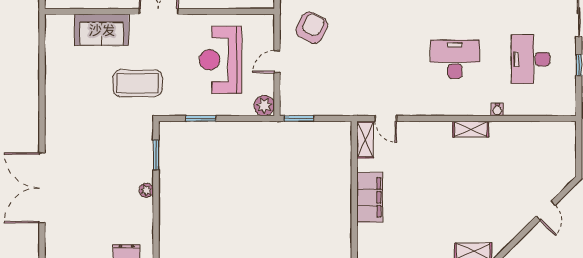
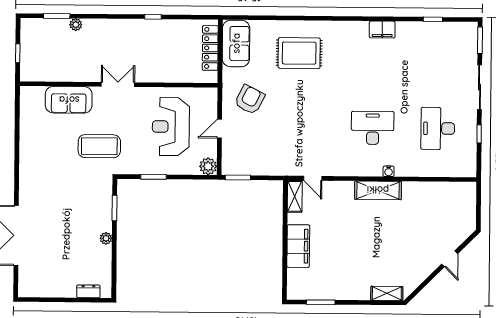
water cooler: (497, 110) -> (389, 171), moved
shelving: (471, 129) -> (378, 190), width x1.50, depth x1.33

